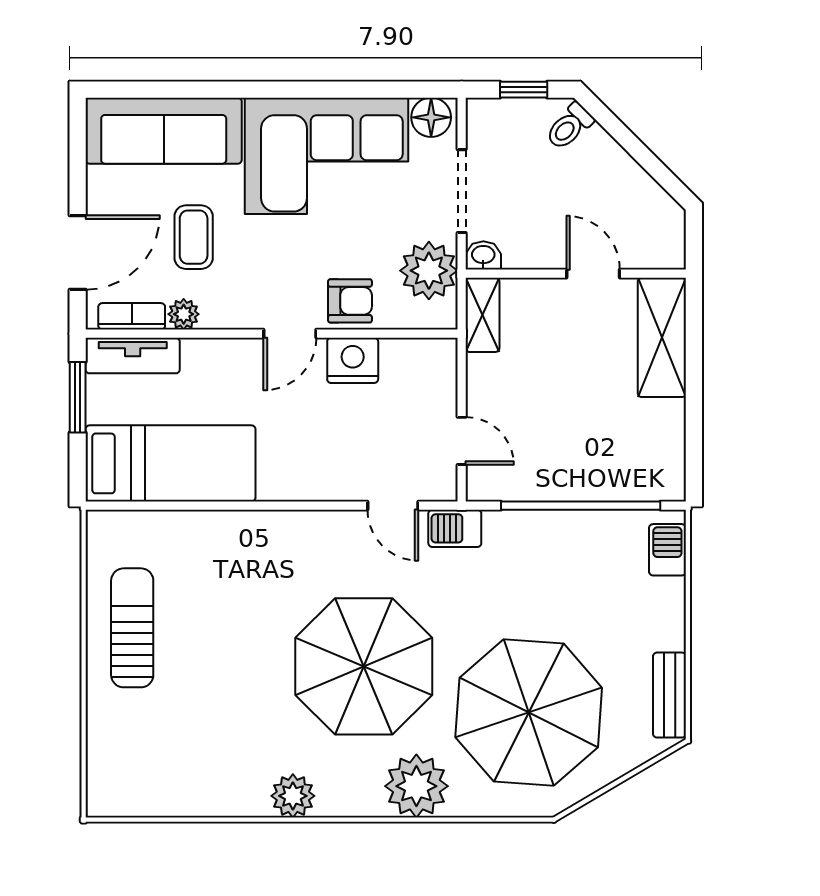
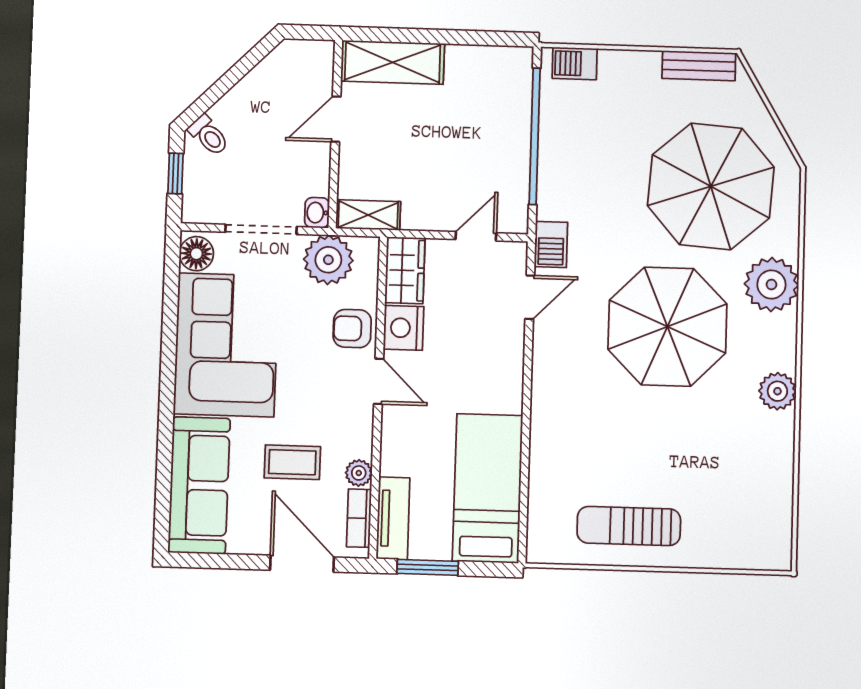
armchair: (350, 301) -> (352, 329), turned -90
wardrobe: (419, 360) -> (405, 270), added

